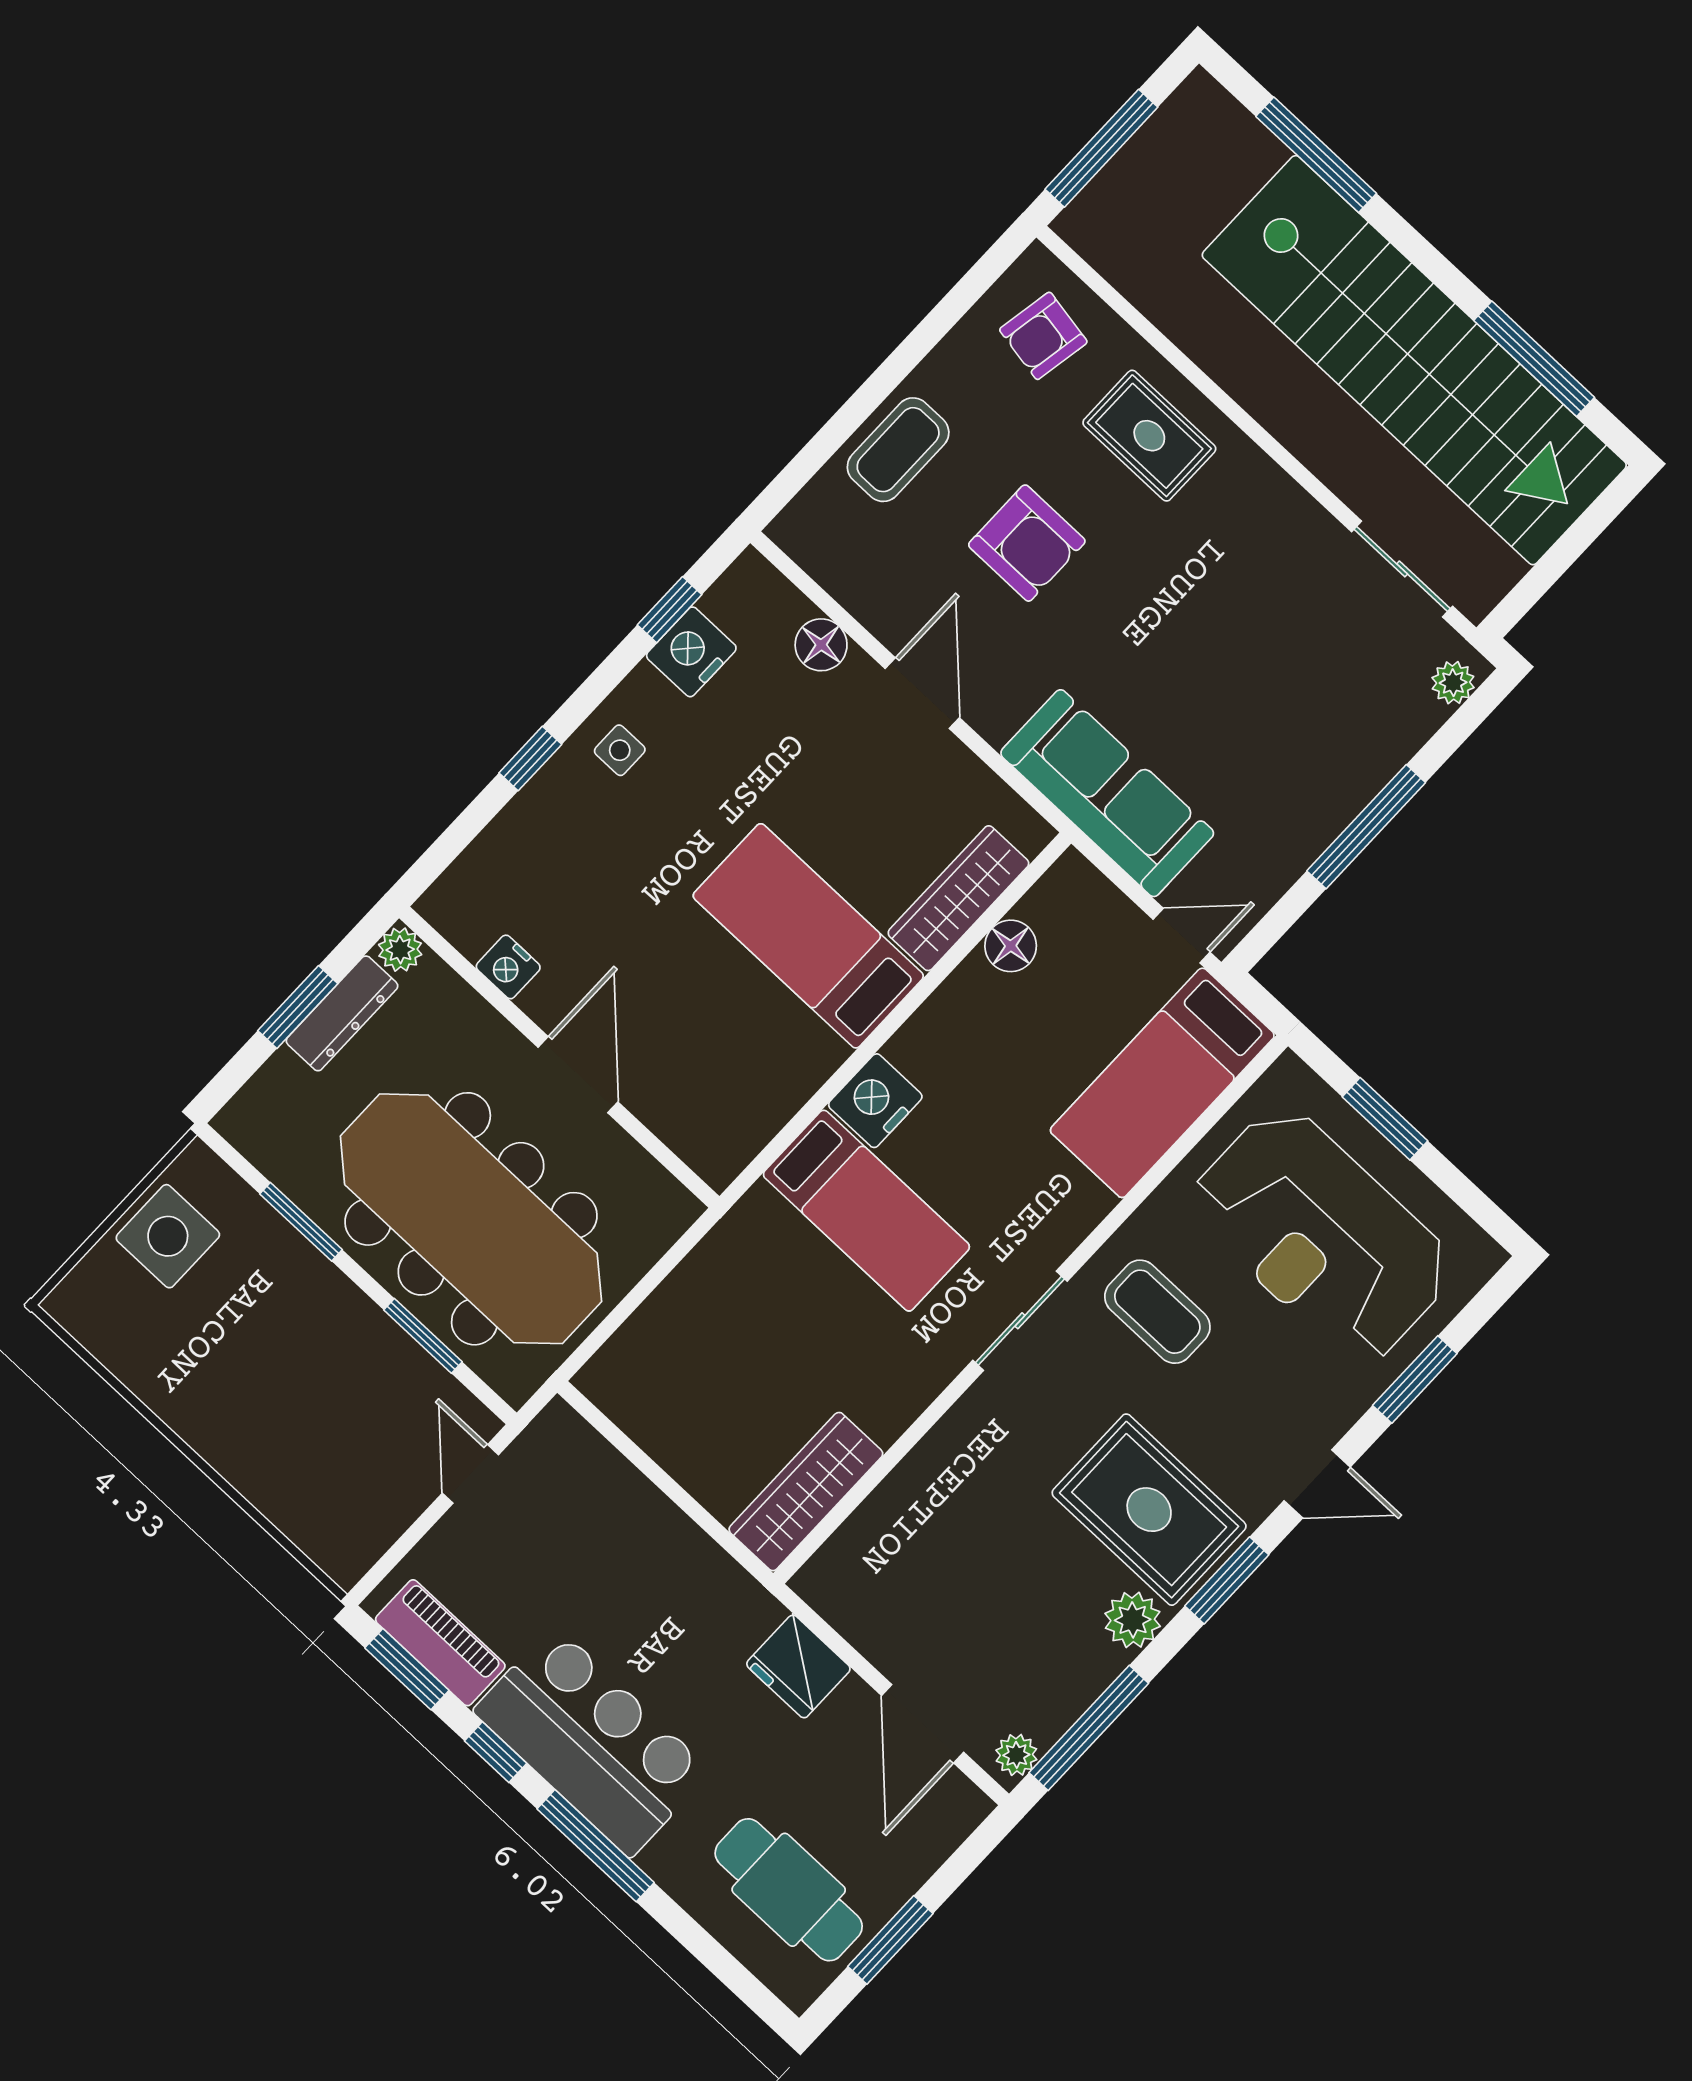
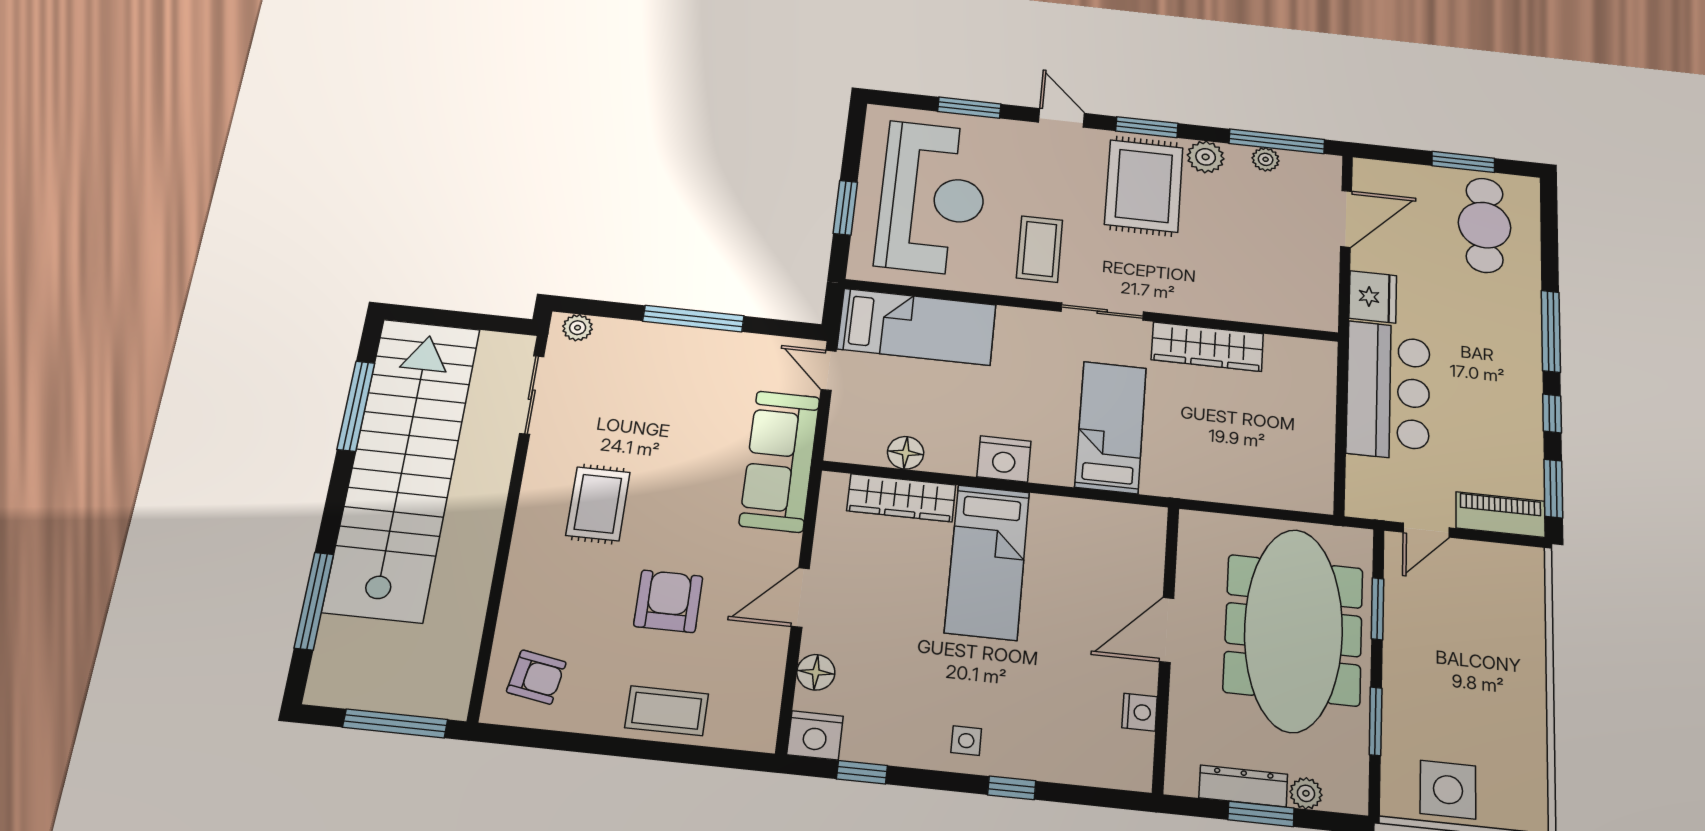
rug: (1149, 436) -> (598, 504), moved
nightstand: (691, 652) -> (815, 735), moved
plant: (400, 950) -> (1306, 793), moved
nightstand: (875, 1101) -> (1004, 459), moved
wardrobe: (806, 1492) -> (1207, 347), moved
piano: (440, 1643) -> (1500, 515), moved, turned 90
bar counter: (592, 1741) -> (1388, 391), moved, turned 180
plant: (1016, 1755) -> (1266, 159), moved

